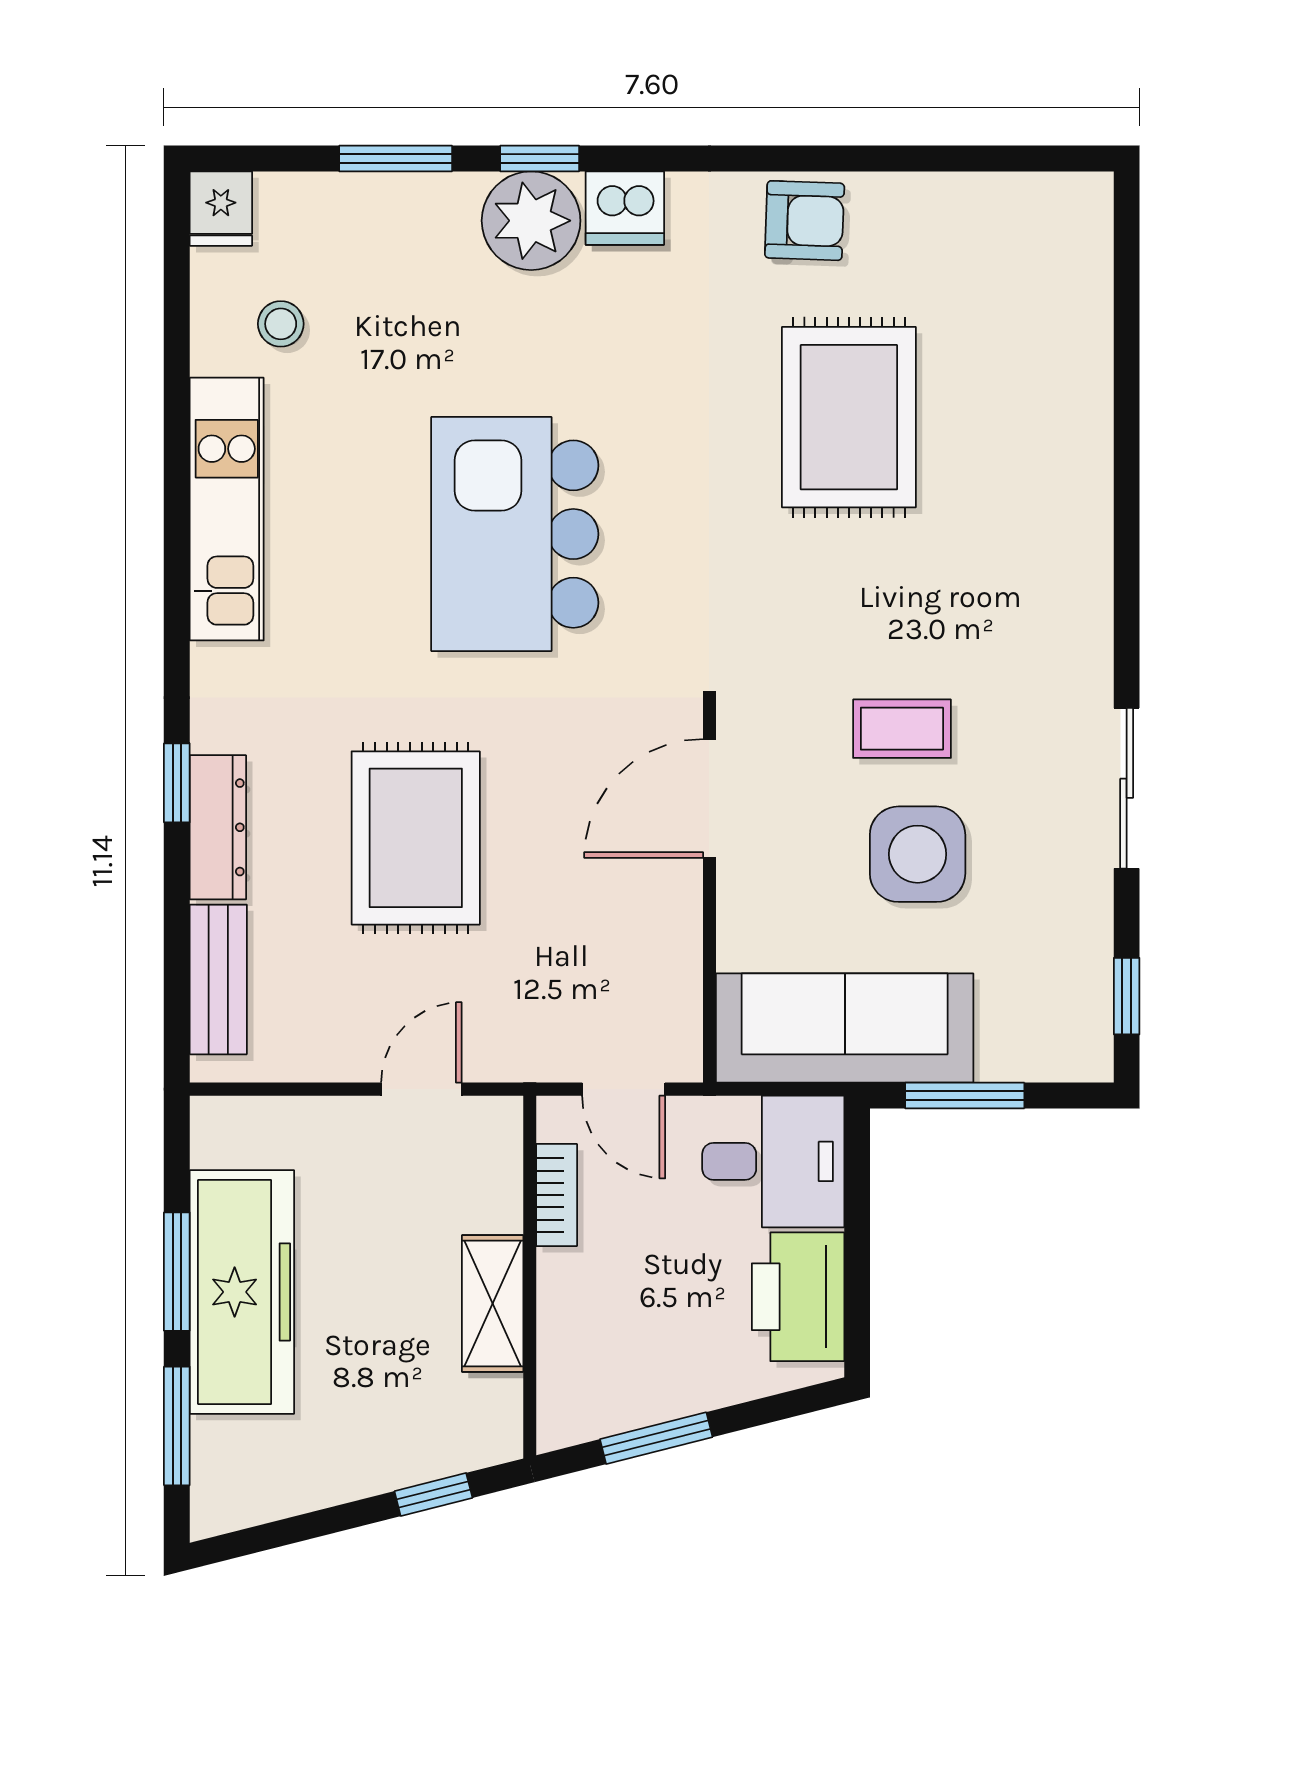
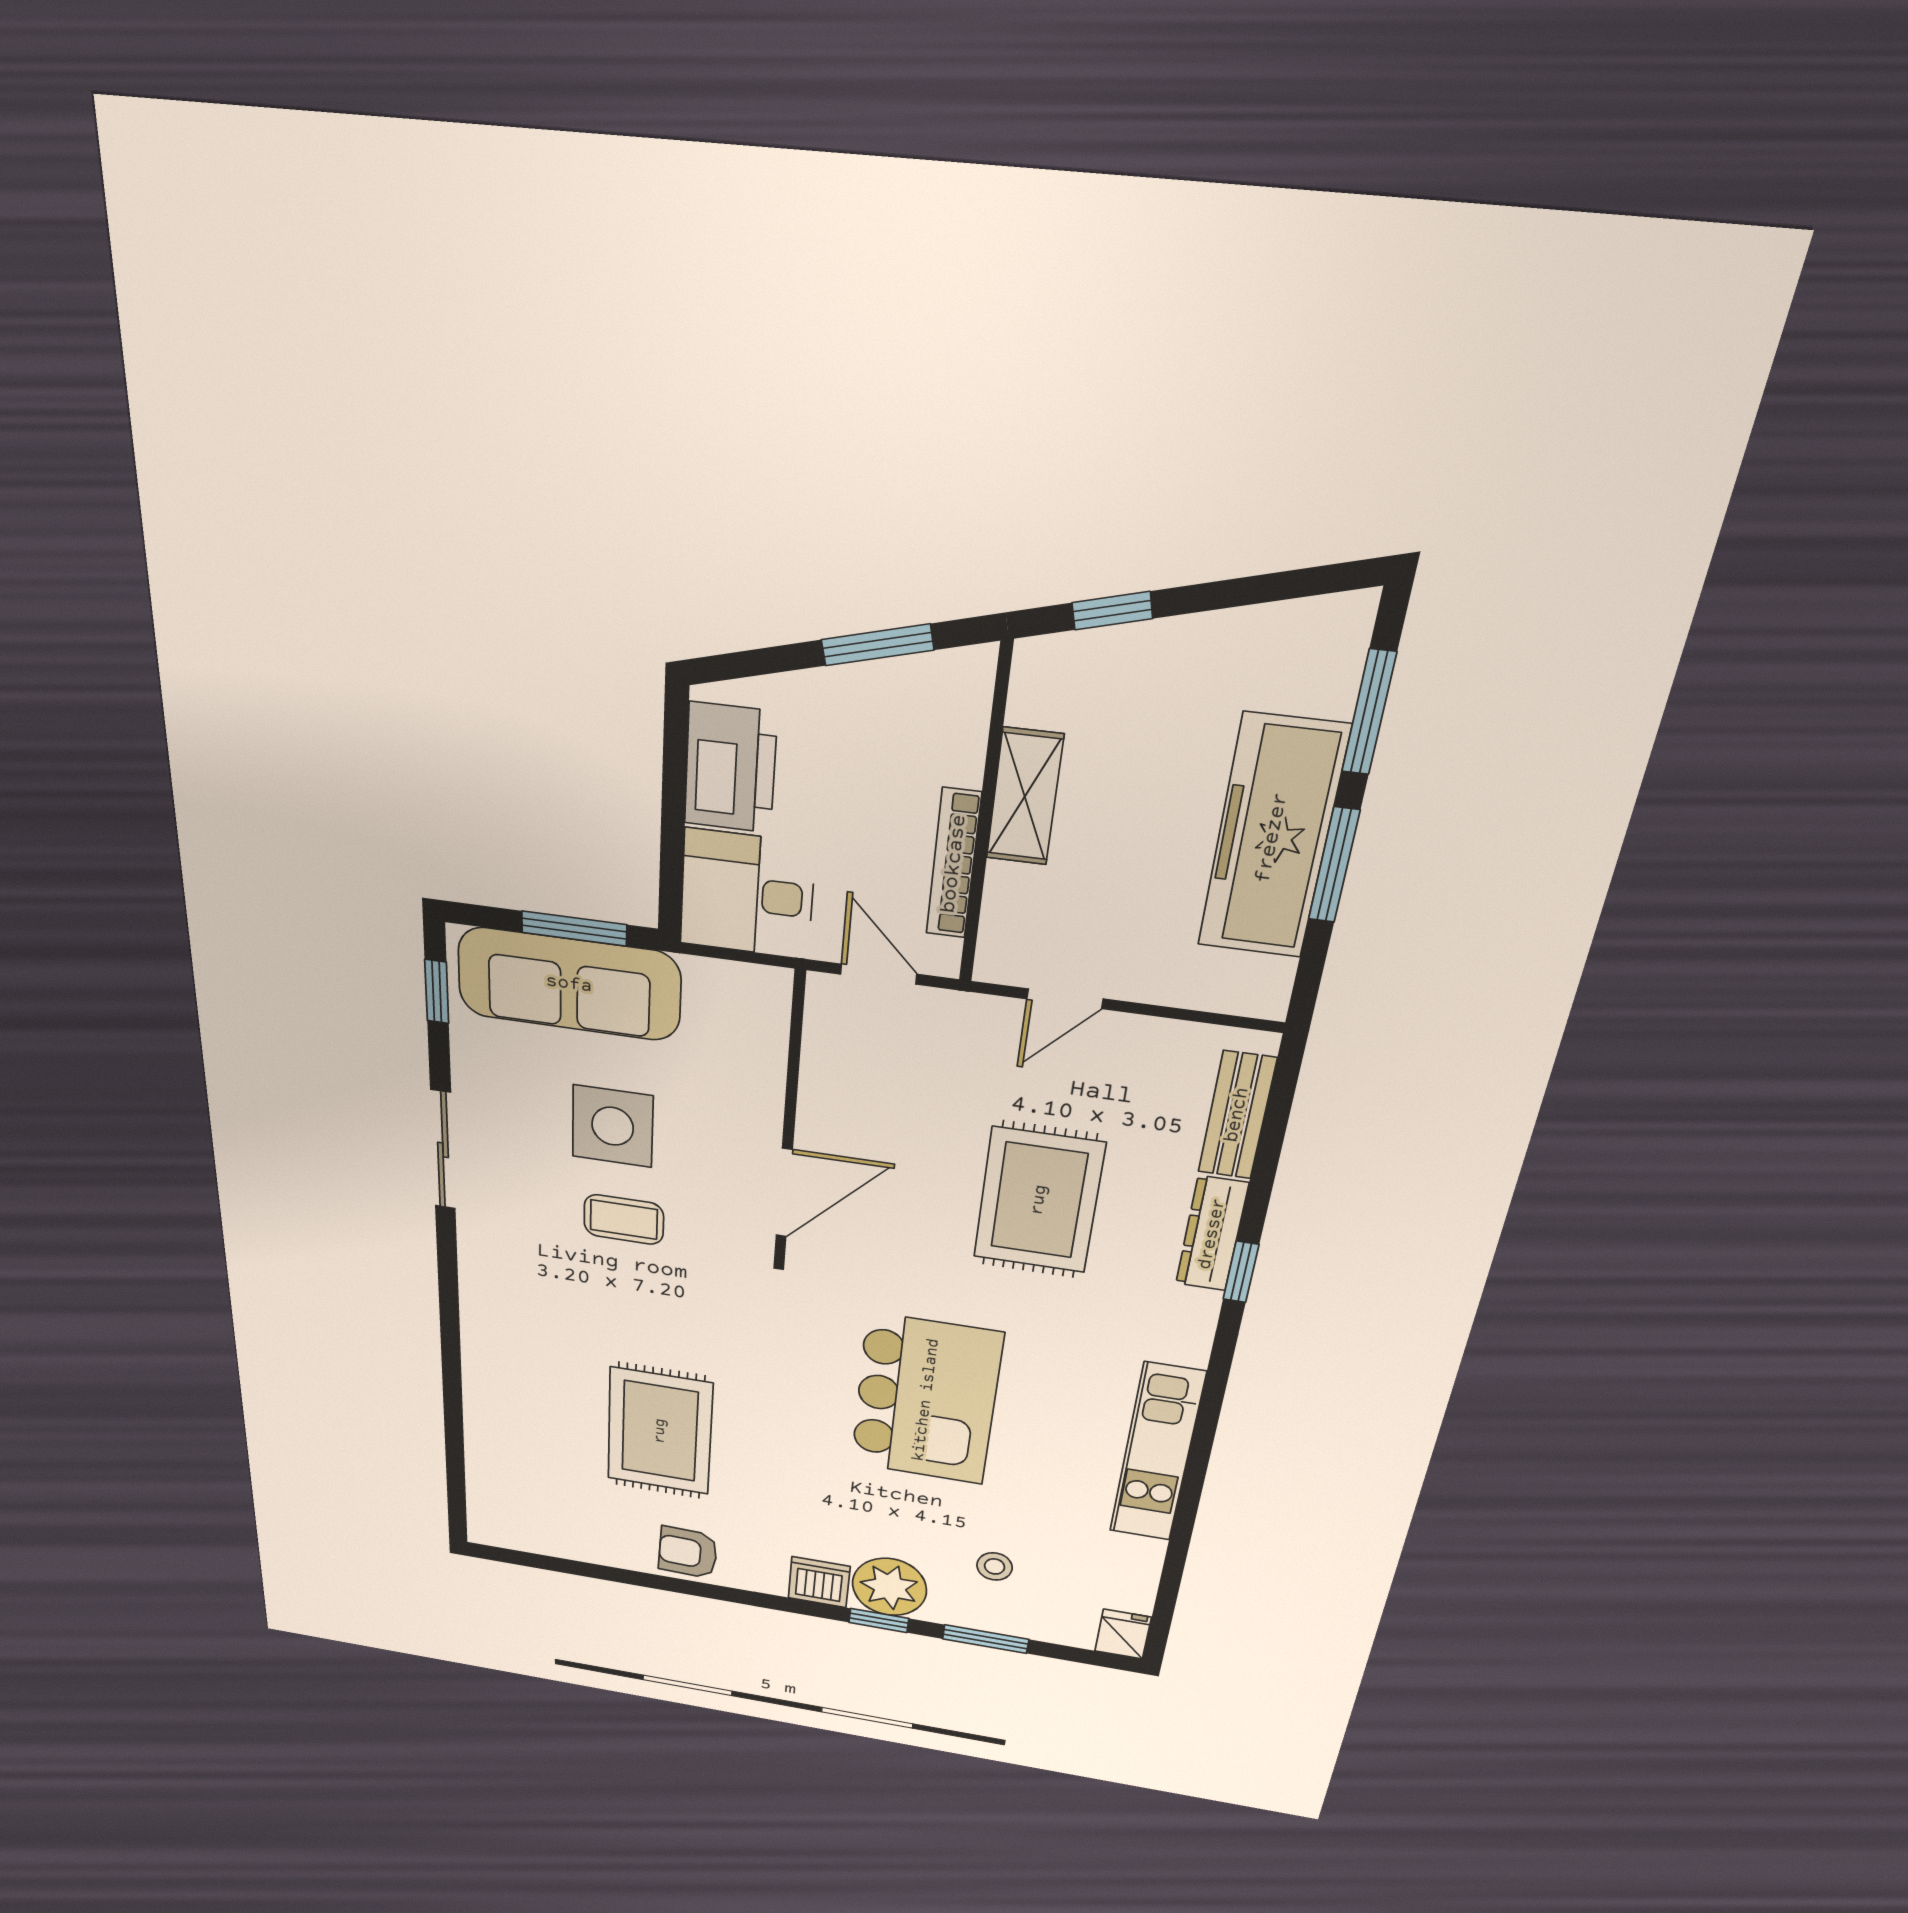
stool: (281, 324) -> (995, 1566), moved
sofa: (845, 1028) -> (569, 984), moved
bookcase: (557, 1195) -> (954, 864), width x1.56

